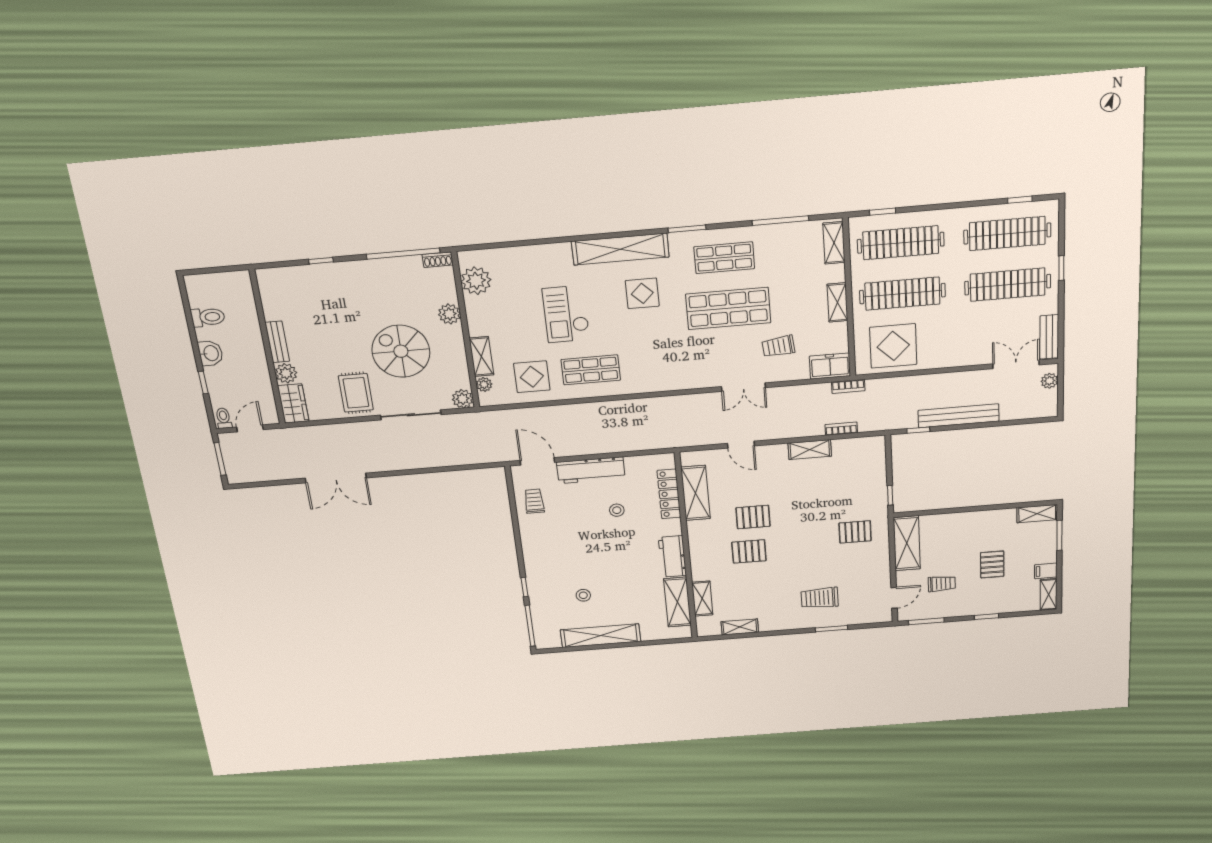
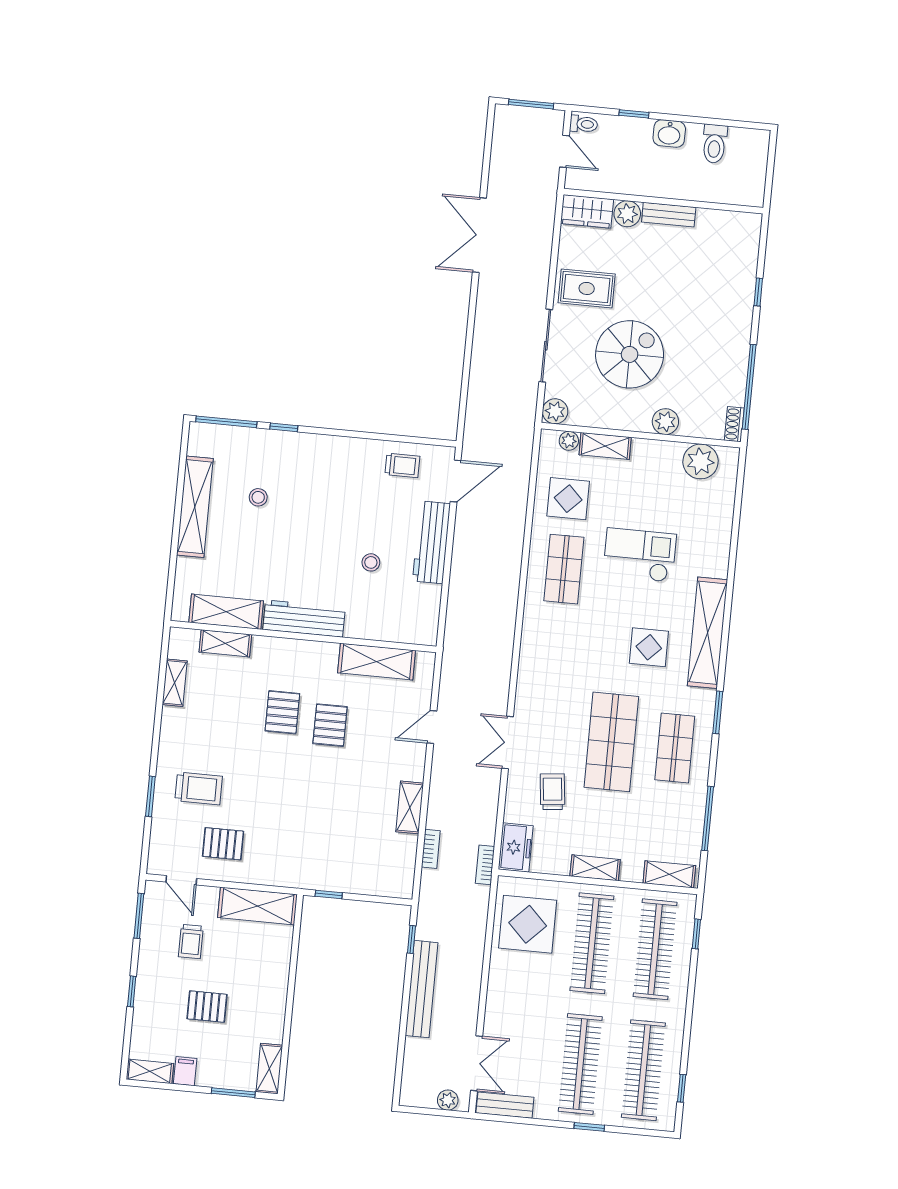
locker: (669, 494) -> (381, 629), removed
pallet: (855, 532) -> (223, 844), moved, turned 90
workbench: (672, 556) -> (304, 619), width x1.37
trolley: (820, 598) -> (199, 788), turned 90

